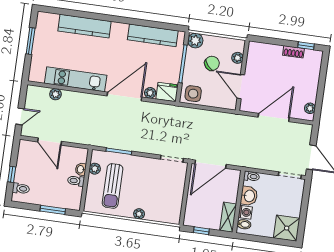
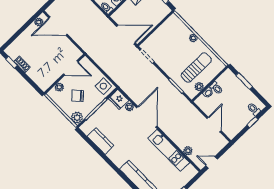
kitchen counter: (153, 35) -> (101, 141), width x0.67
door: (241, 87) -> (71, 68), hinge flipped
door: (124, 96) -> (147, 117), swing flipped
door: (20, 116) -> (212, 162), moved
door: (274, 117) -> (58, 26), moved

